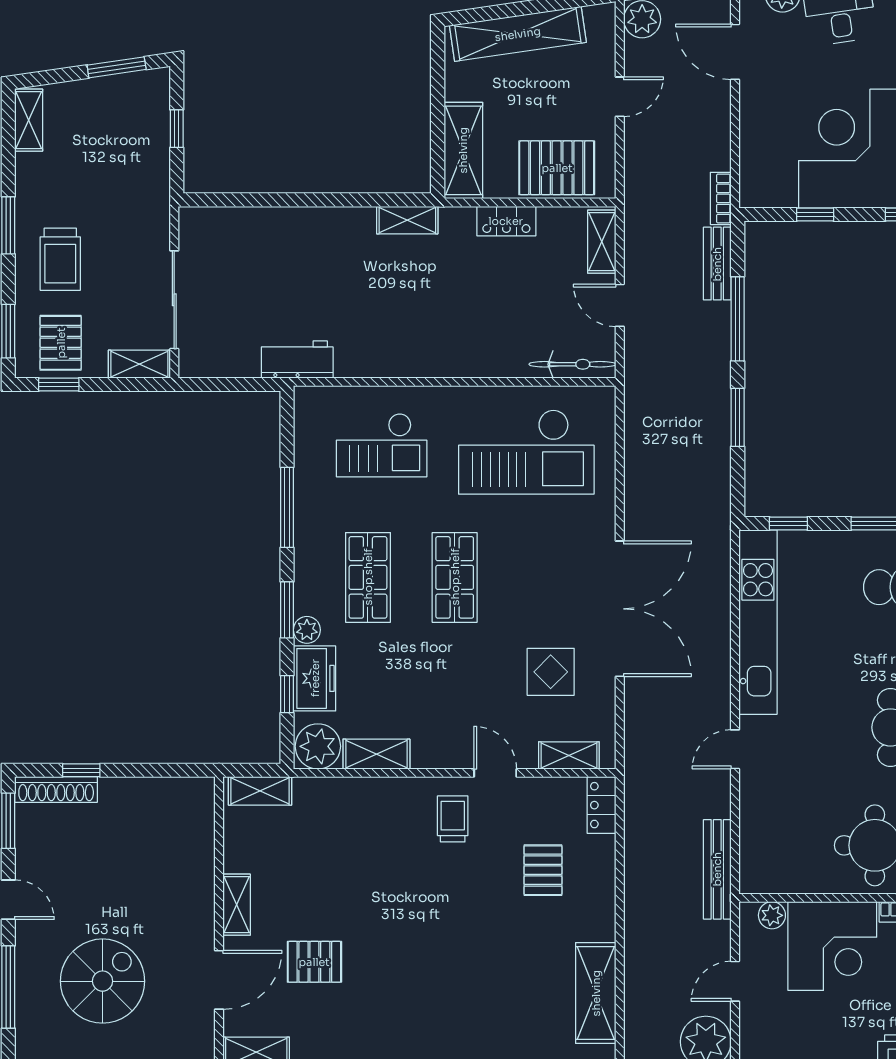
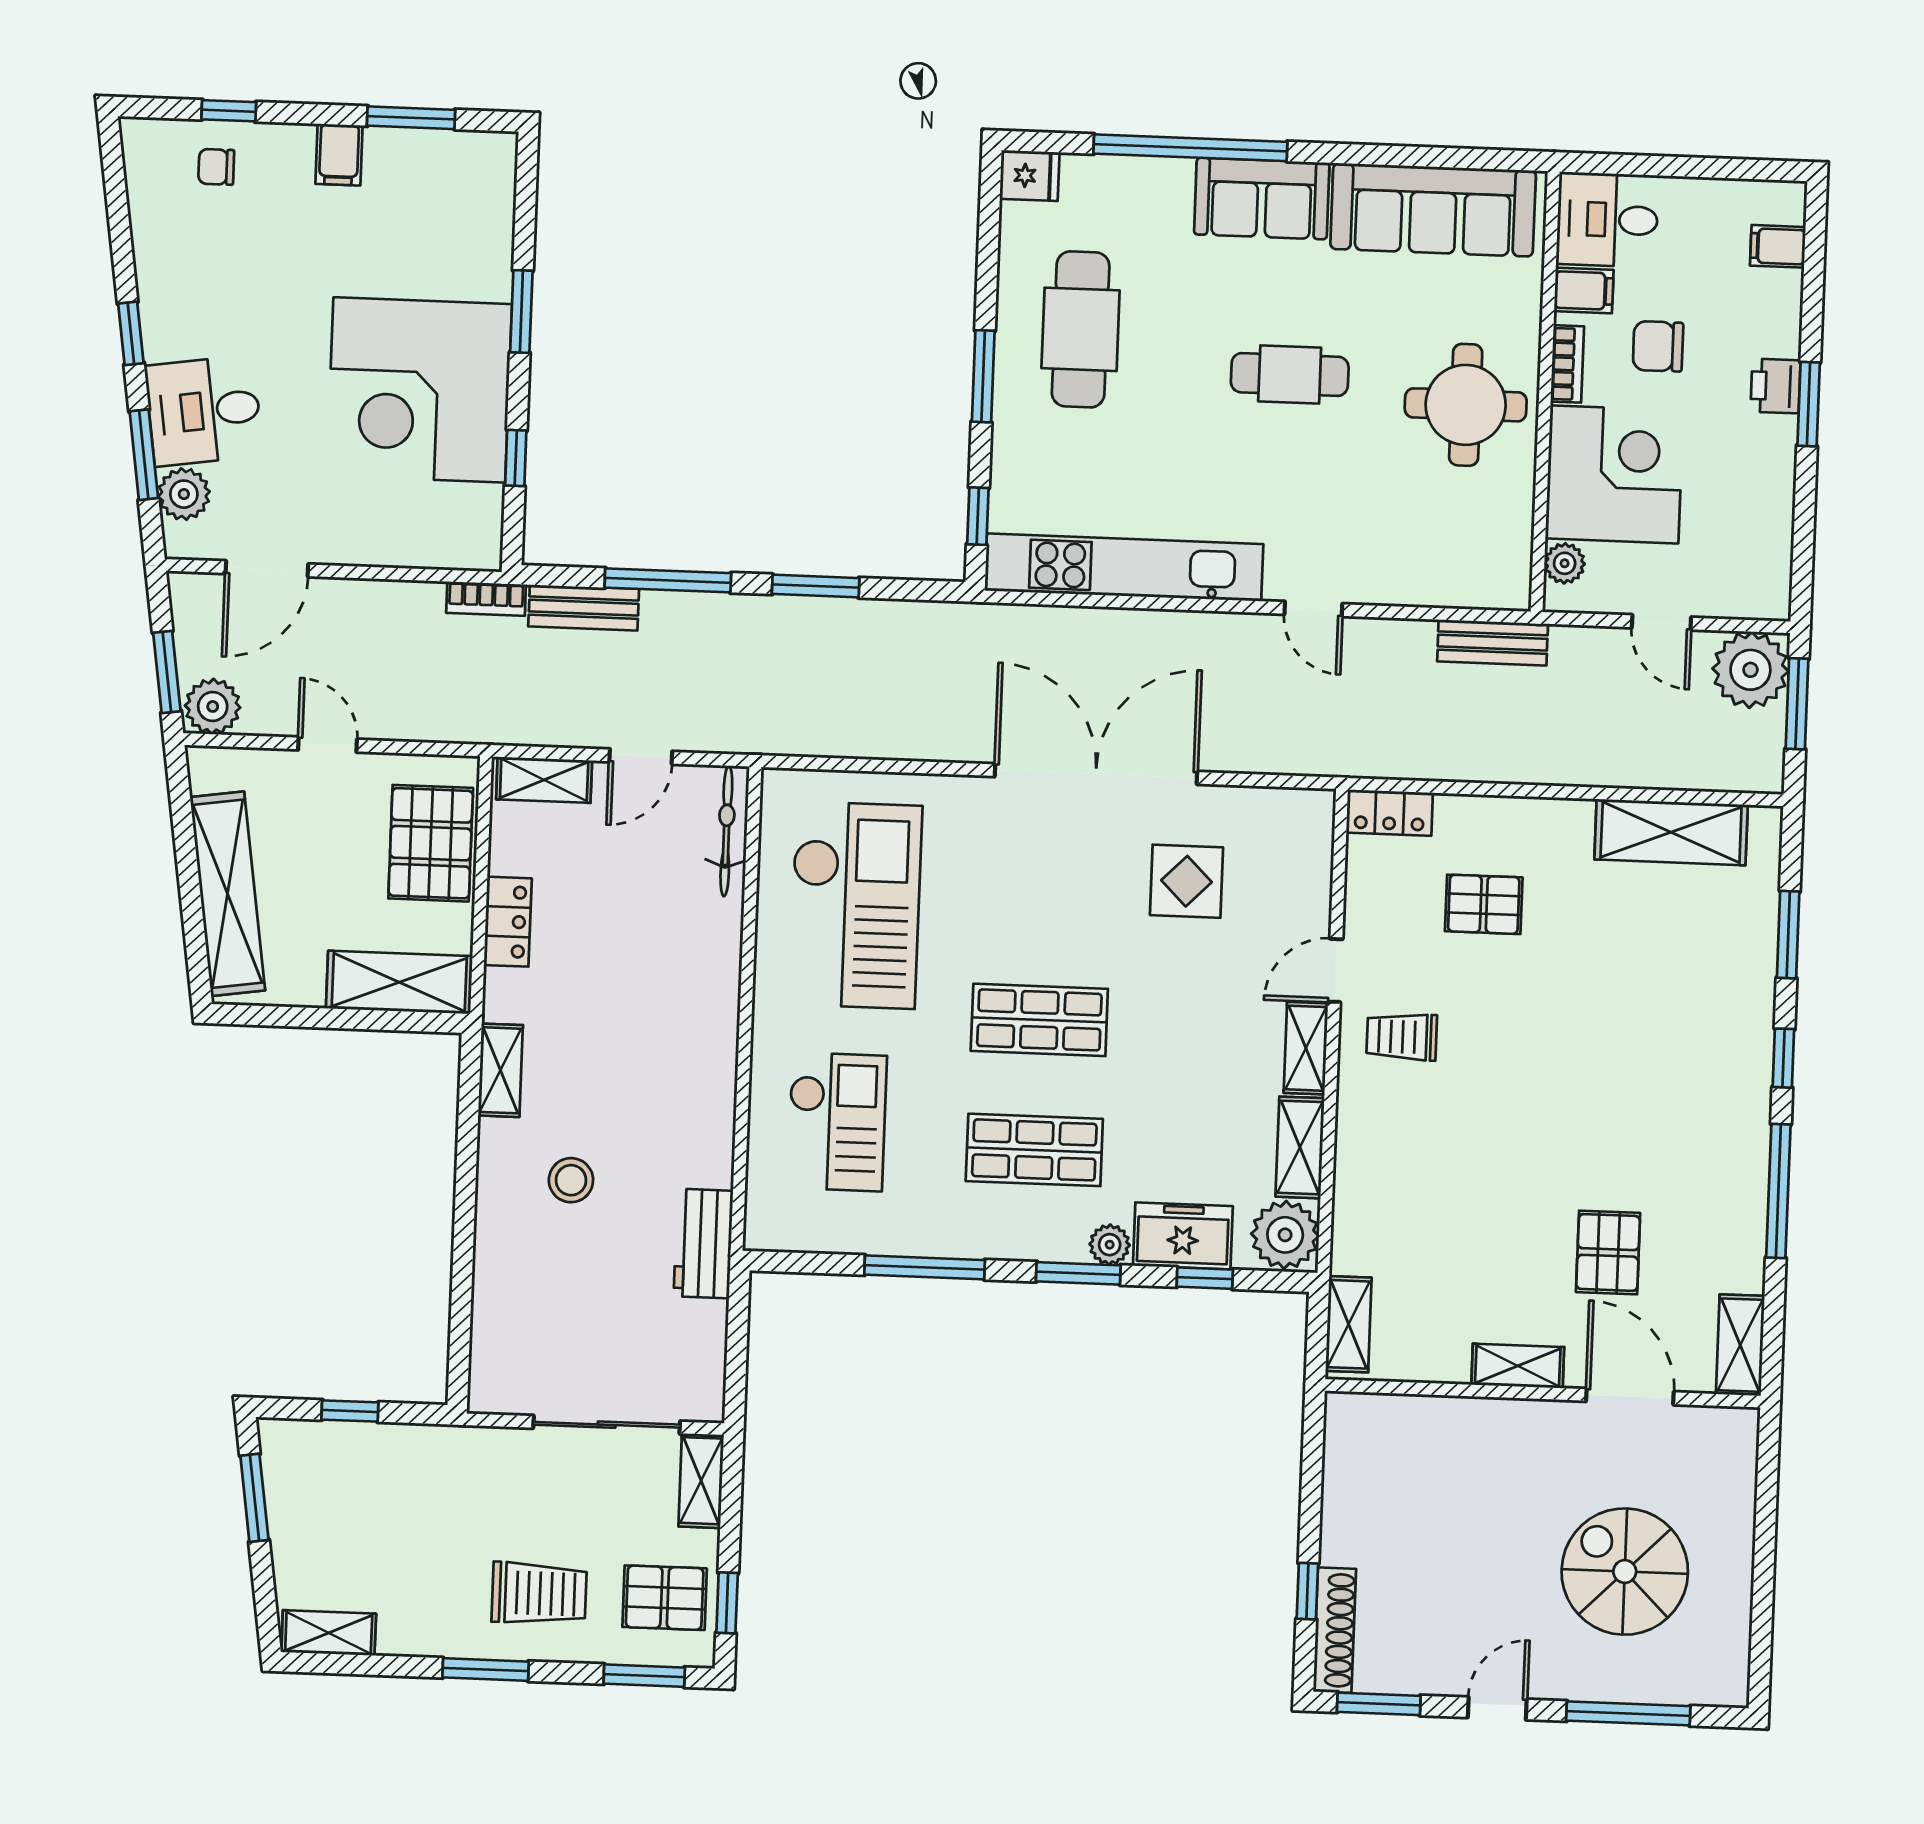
stool: (336, 270) -> (571, 1180), added
shelving: (569, 755) -> (1306, 1048), moved
bench: (717, 869) -> (1493, 643), width x0.73

